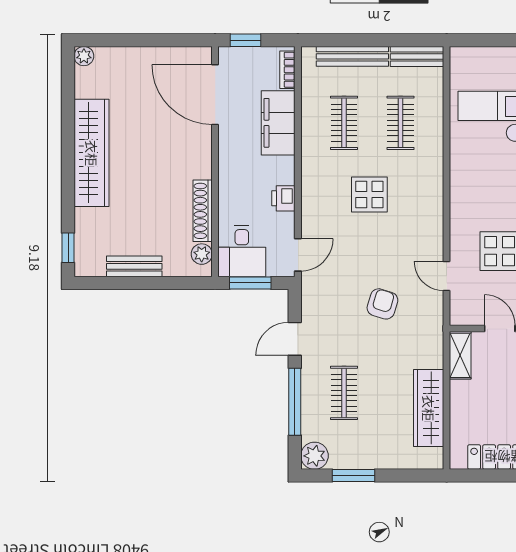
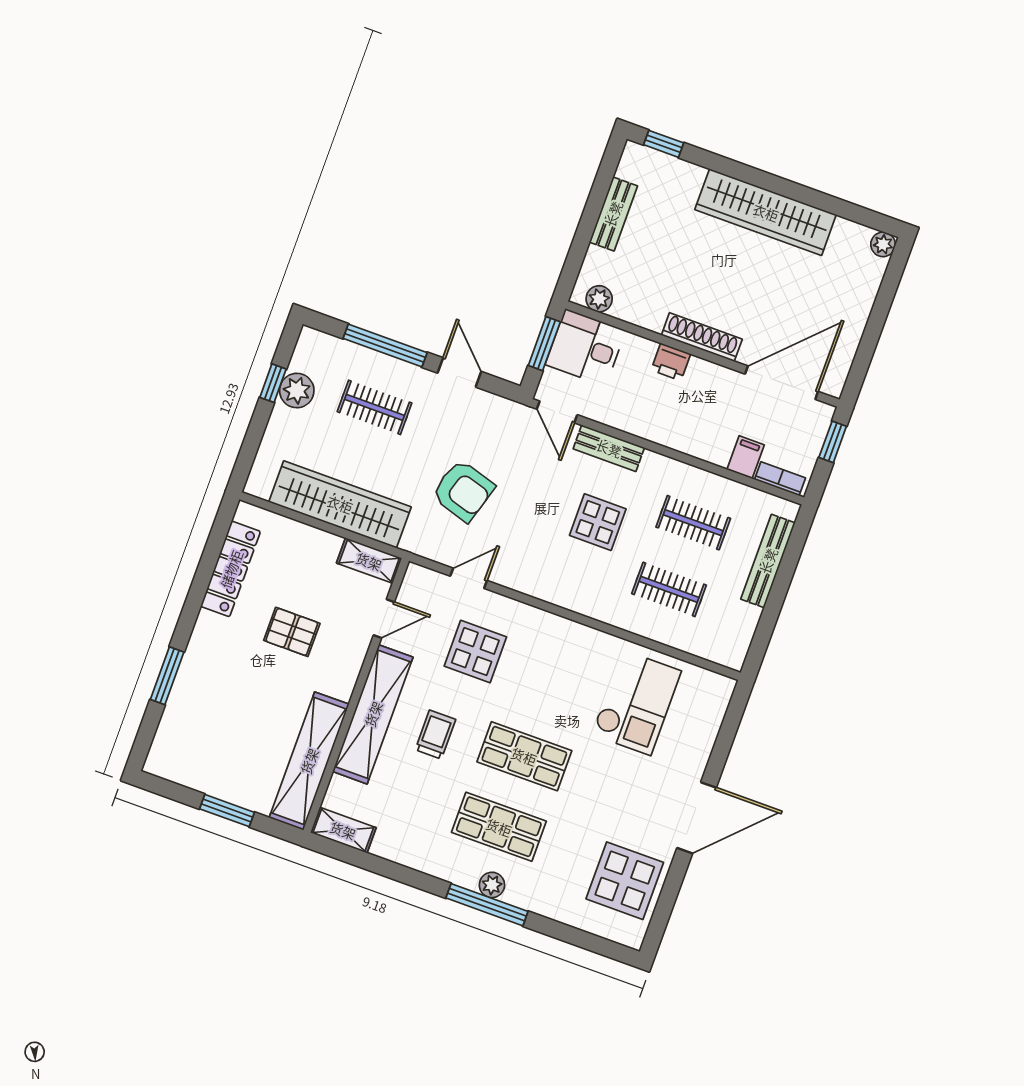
bench: (417, 56) -> (609, 448), moved, turned 90
filing cabinet: (278, 123) -> (746, 457), width x0.33, depth x0.86
printer: (283, 198) -> (671, 362), moved, turned 180
shoe rack: (203, 211) -> (702, 337), moved
armchair: (382, 304) -> (463, 491), width x1.38, depth x1.38
wardrobe: (429, 408) -> (340, 504), width x1.40, depth x1.17
plant: (314, 456) -> (297, 391), moved
window: (353, 476) -> (273, 383), width x0.67

